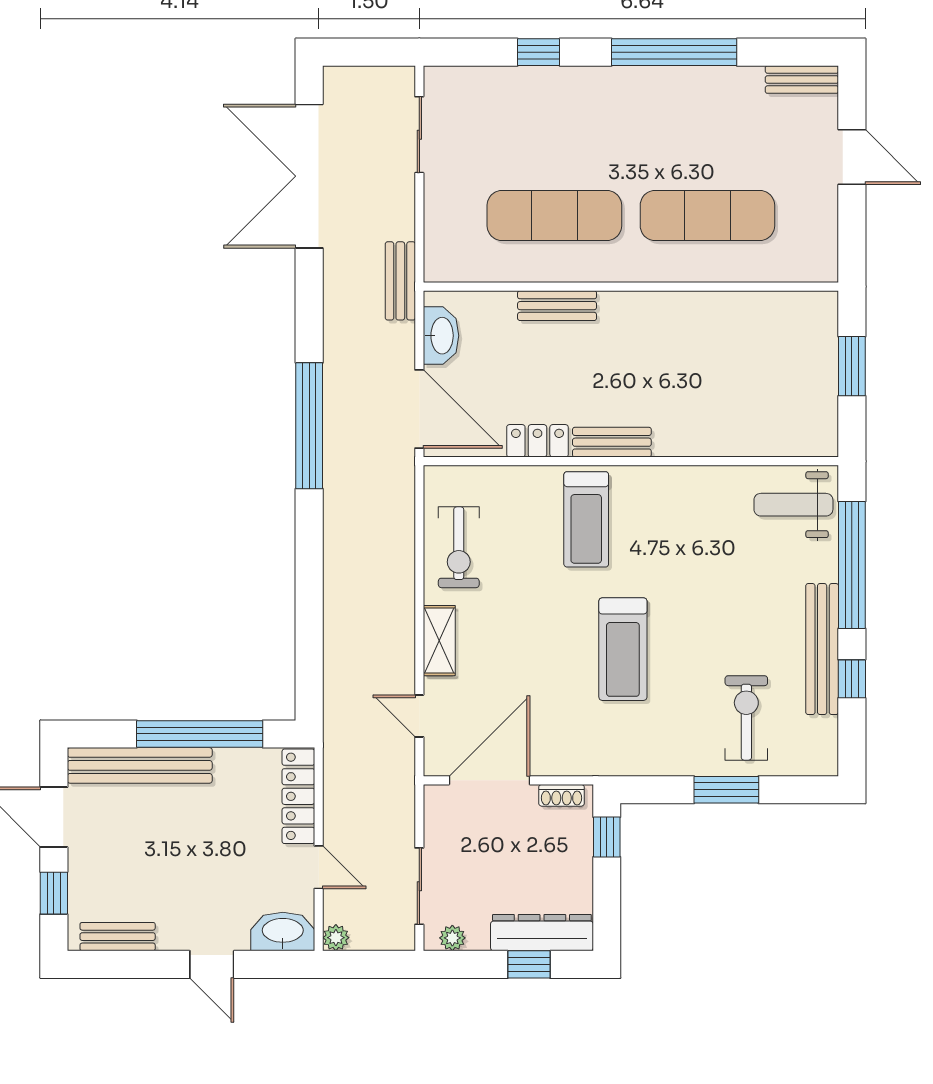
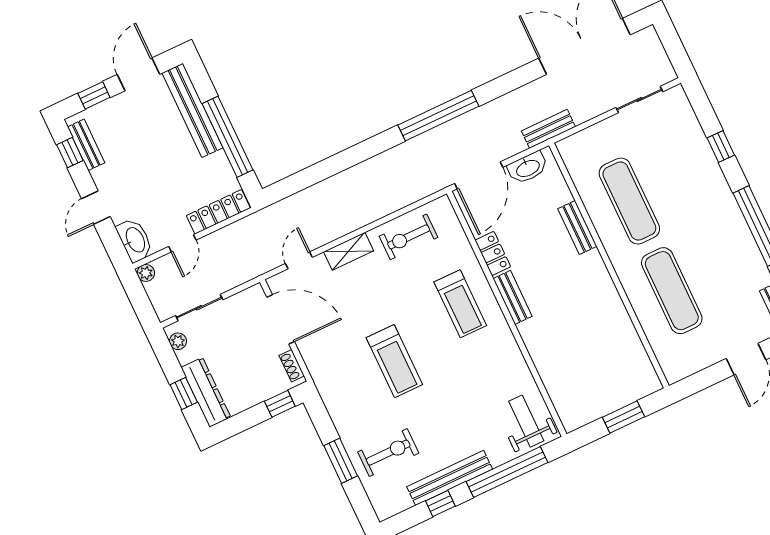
treadmill: (586, 519) -> (460, 304), turned -90
treadmill: (623, 649) -> (394, 361), turned -90
window: (118, 964) -> (70, 153), added

